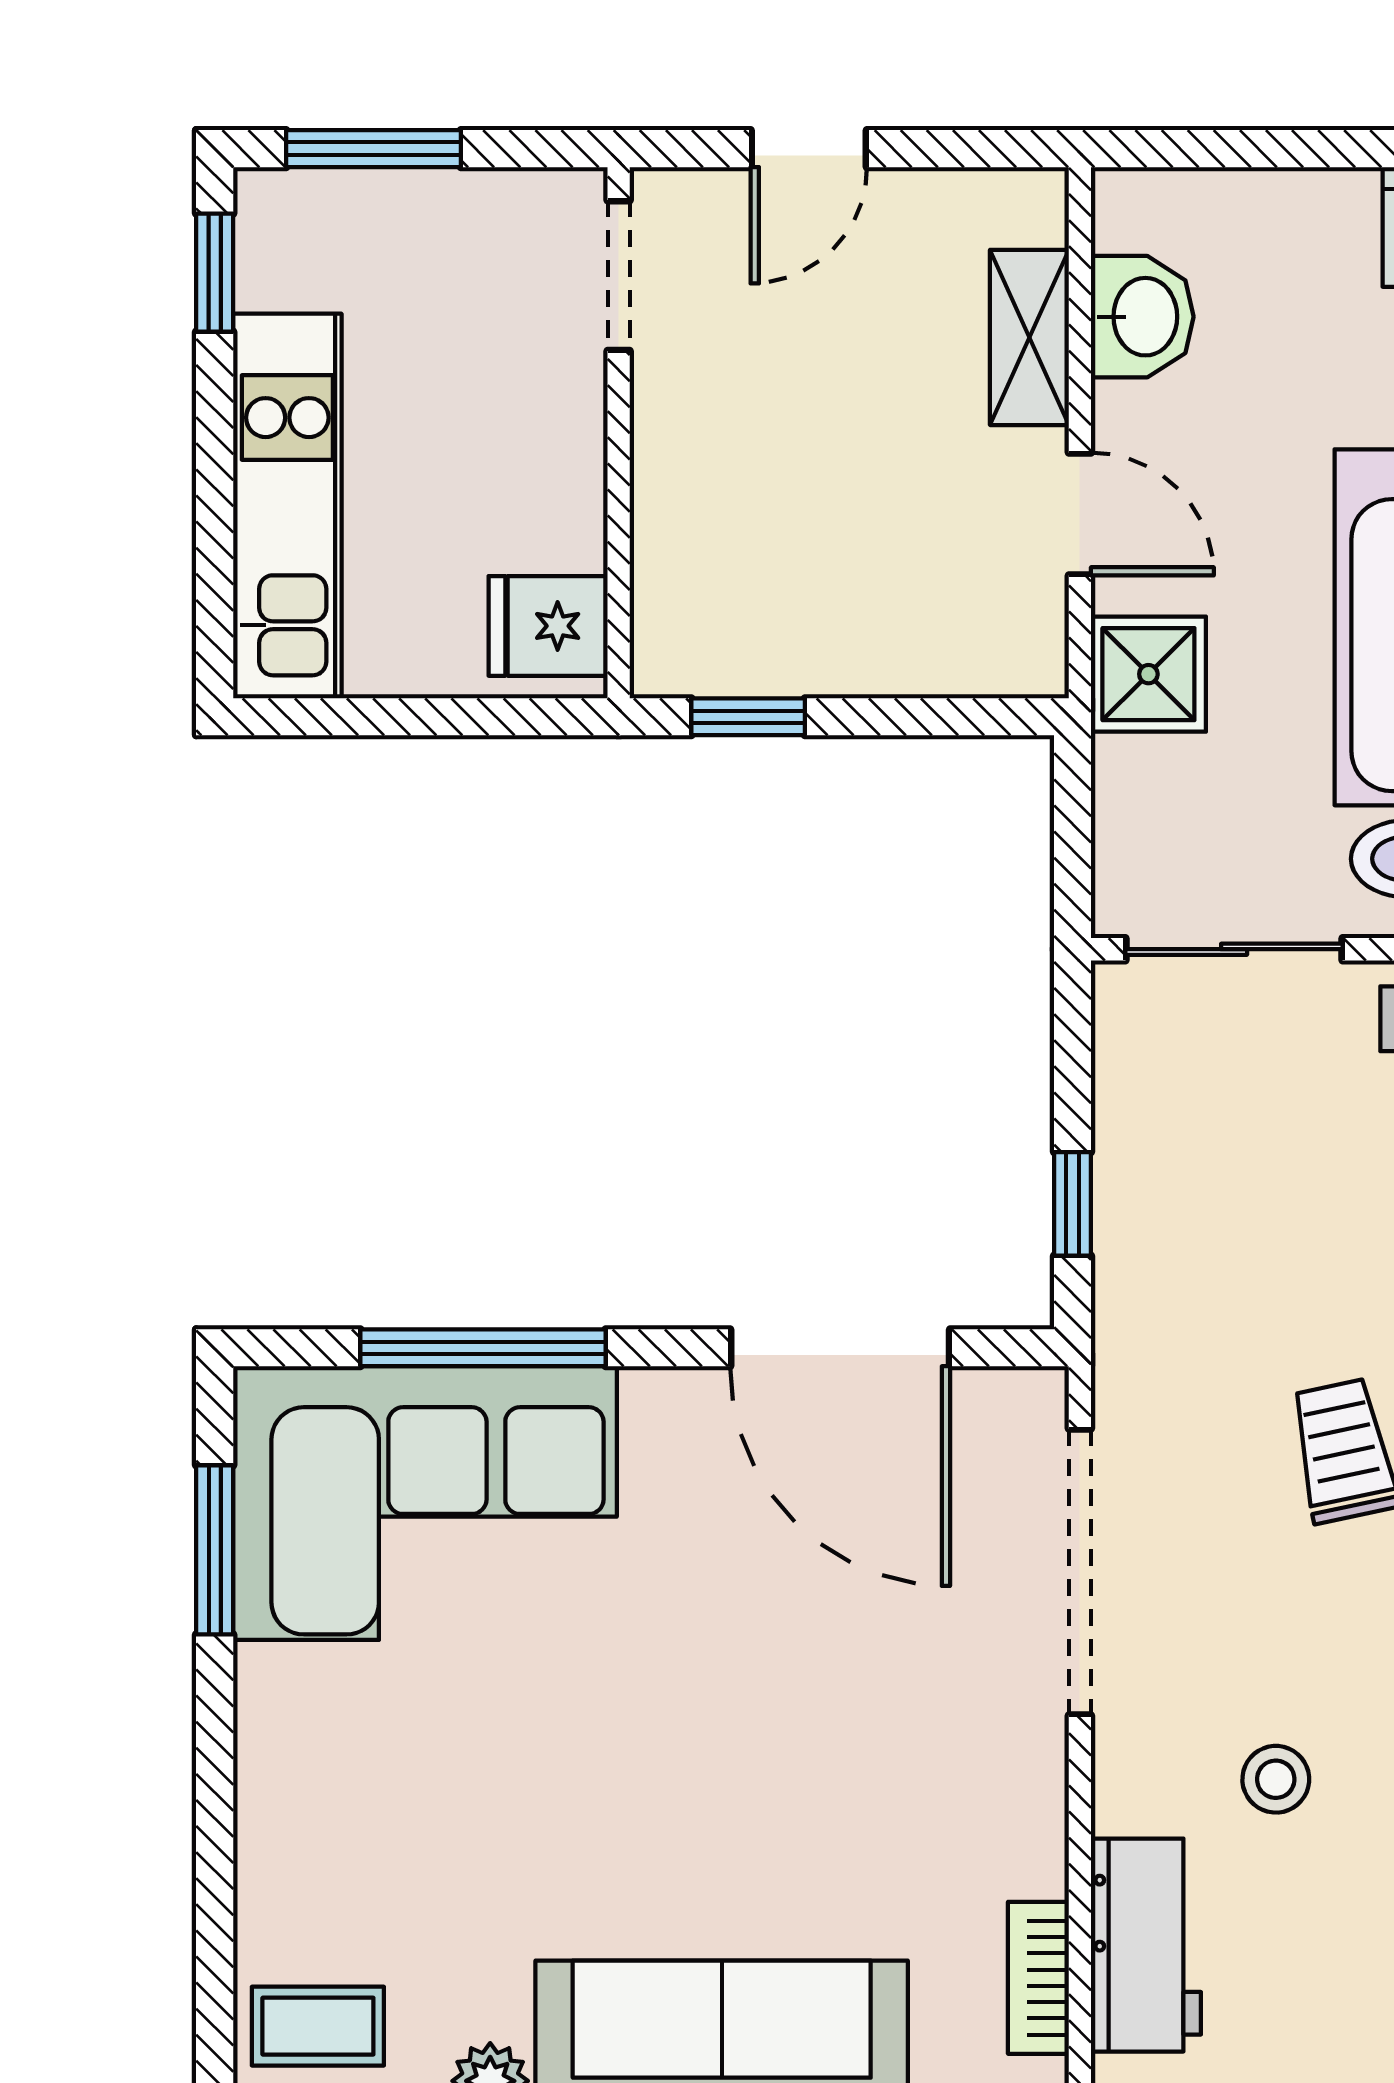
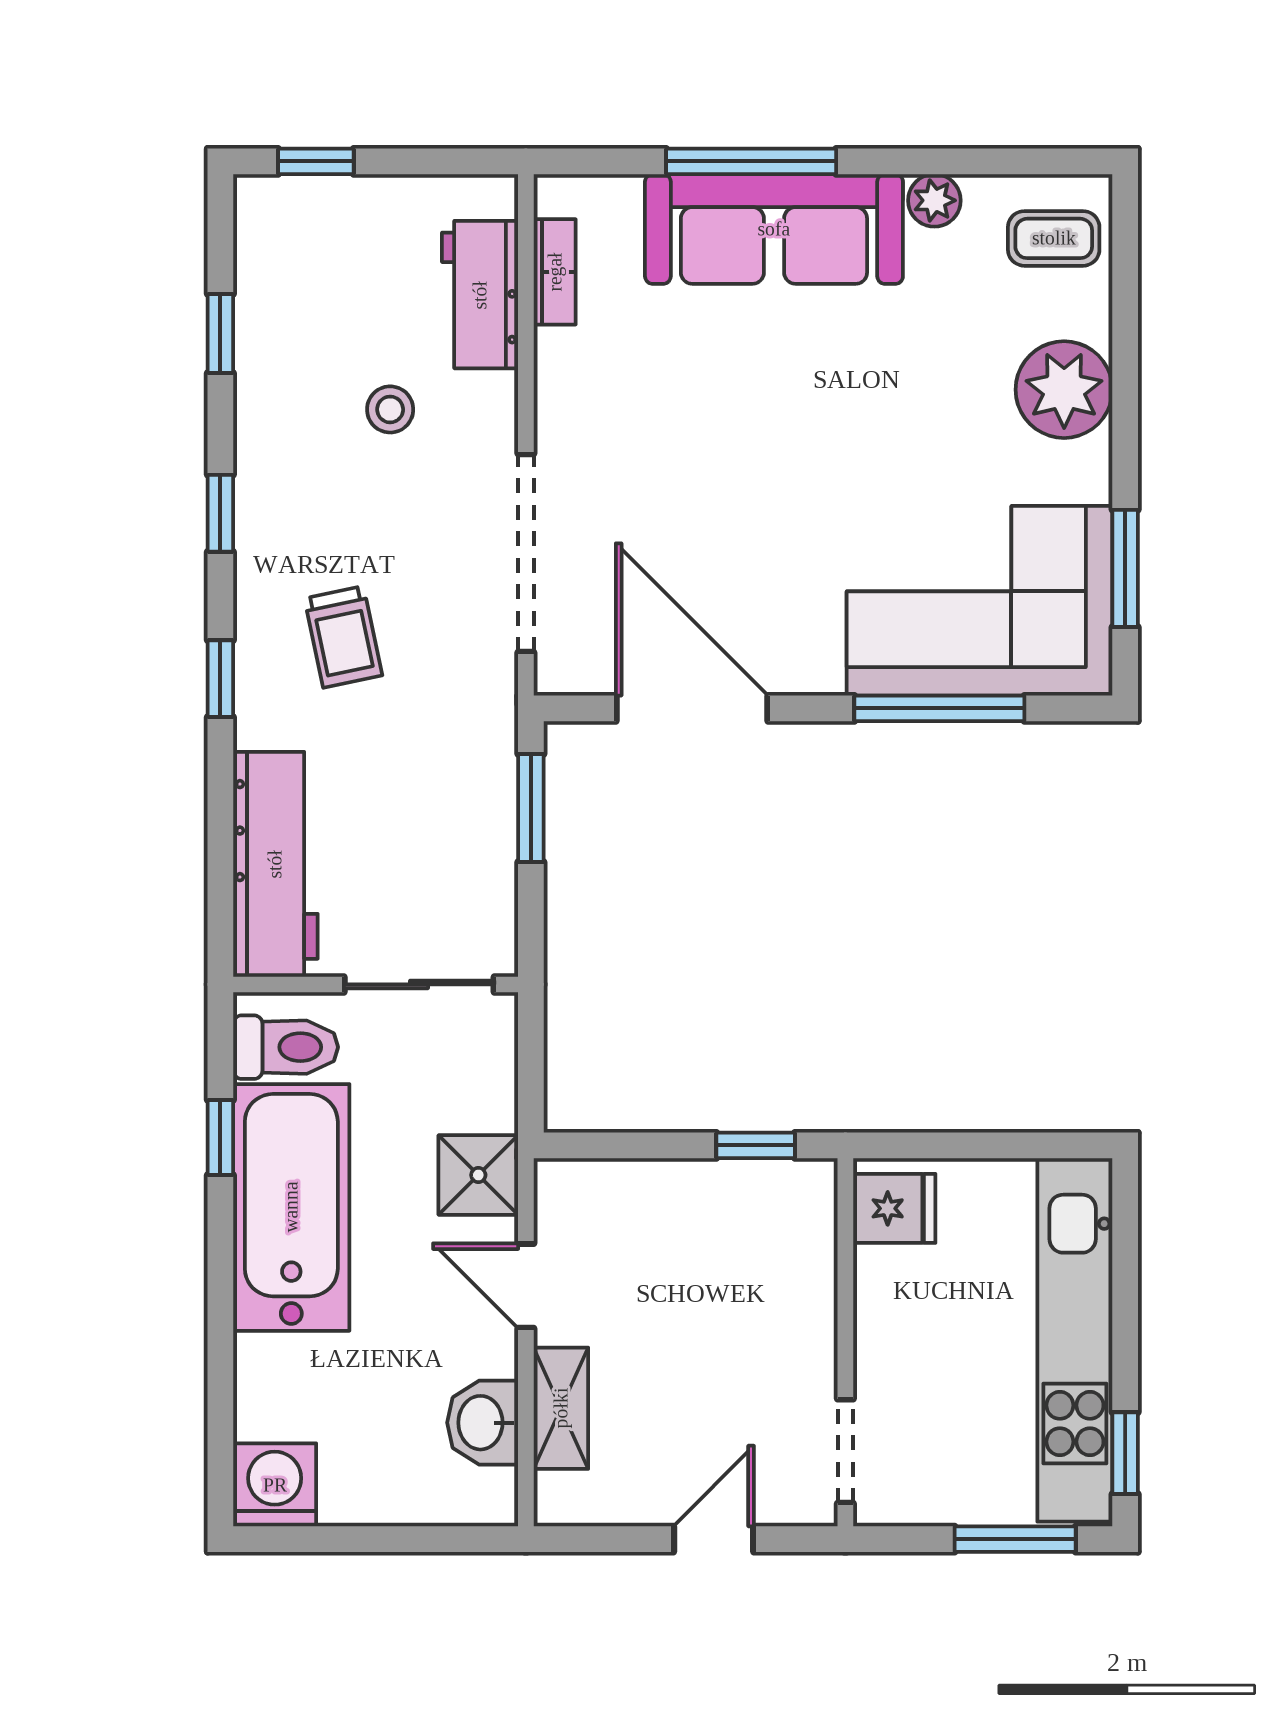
kitchen unit: (287, 506) -> (1075, 1340), width x1.36
window: (1072, 1204) -> (531, 808), width x1.50
plant: (303, 1808) -> (1064, 390), added

